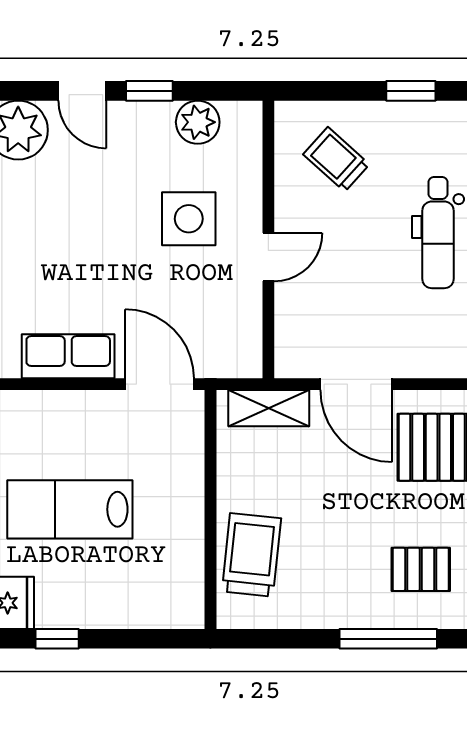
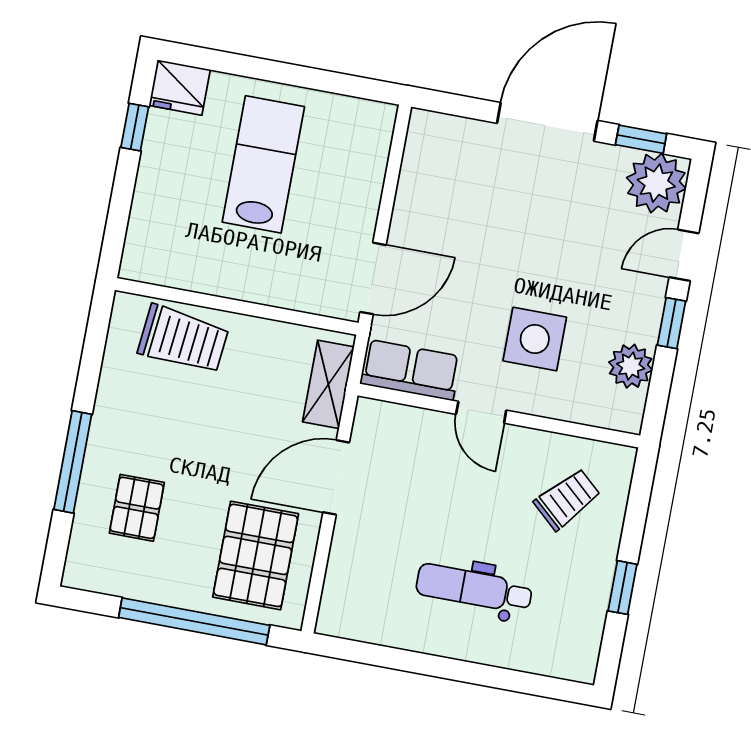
row of seats: (68, 356) -> (410, 370), moved, turned -90

